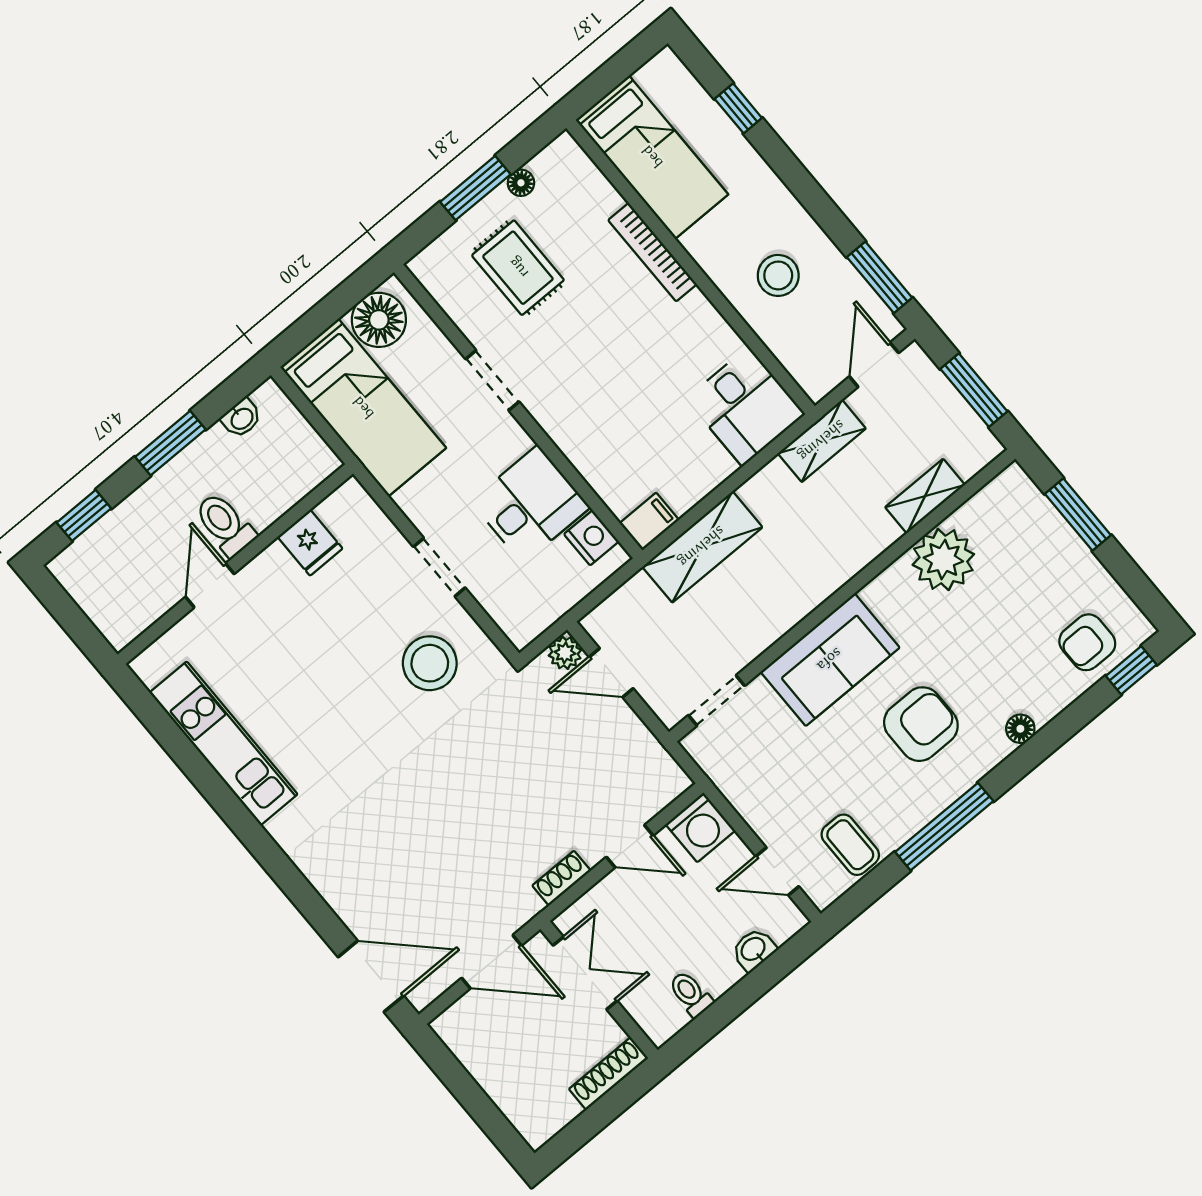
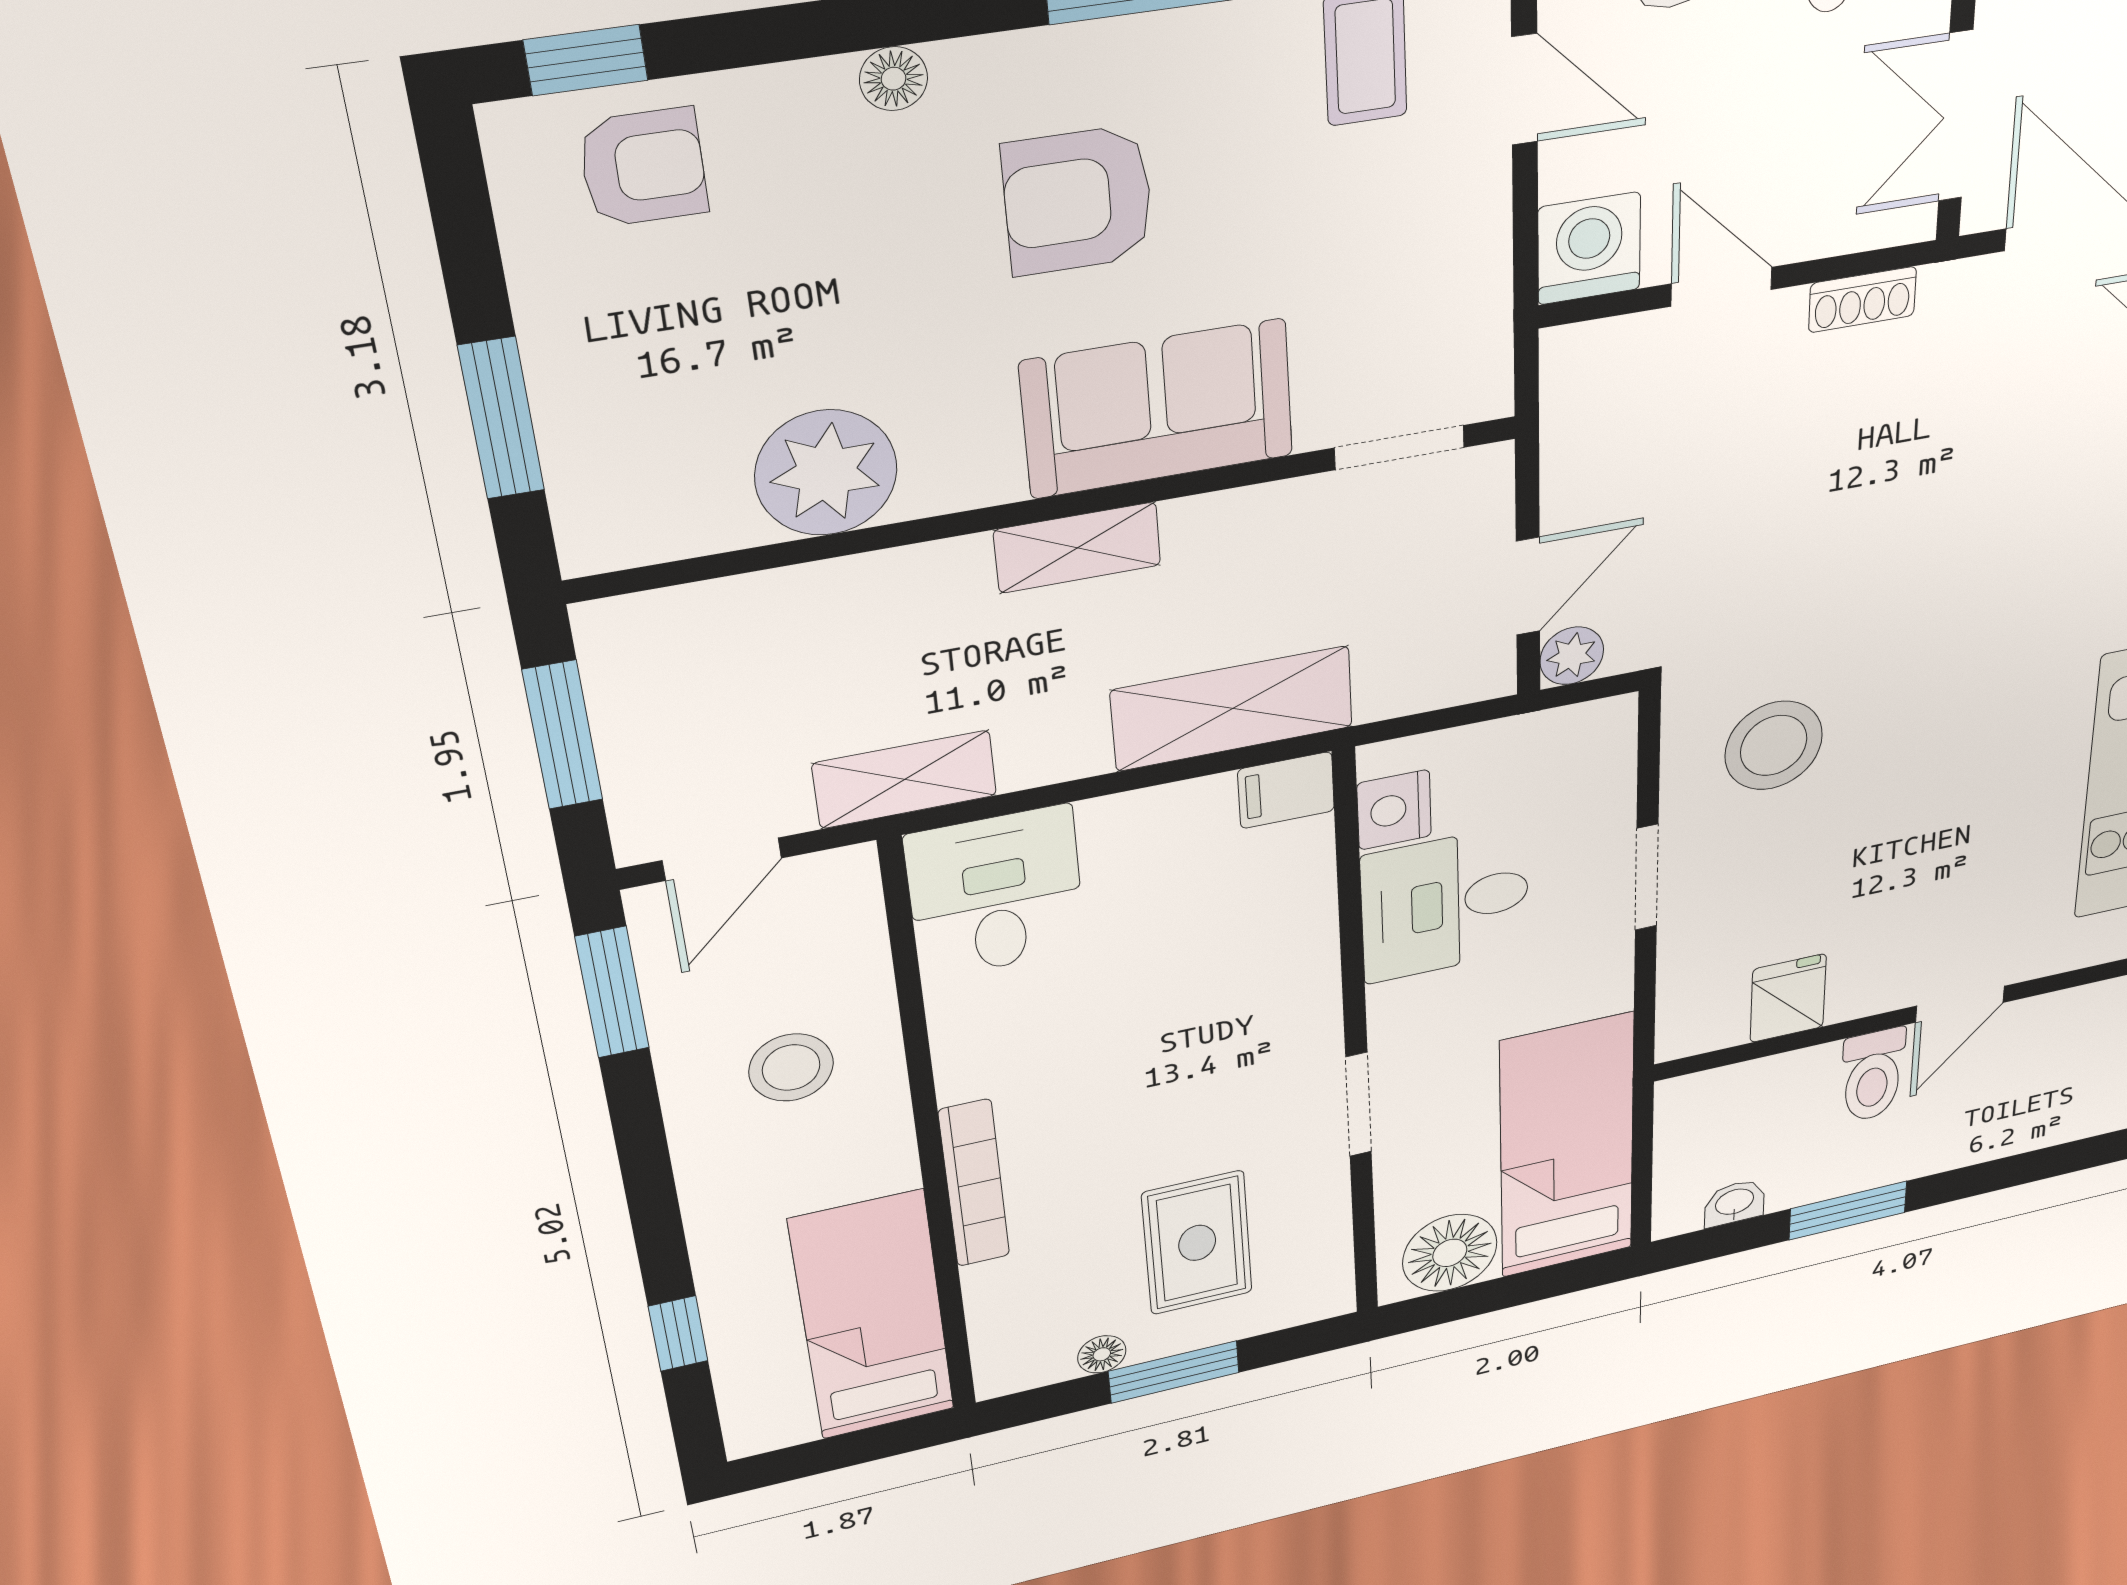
shelving: (925, 496) -> (1078, 548), moved
window: (84, 515) -> (2027, 1168), removed
door: (611, 673) -> (1528, 586), hinge flipped

